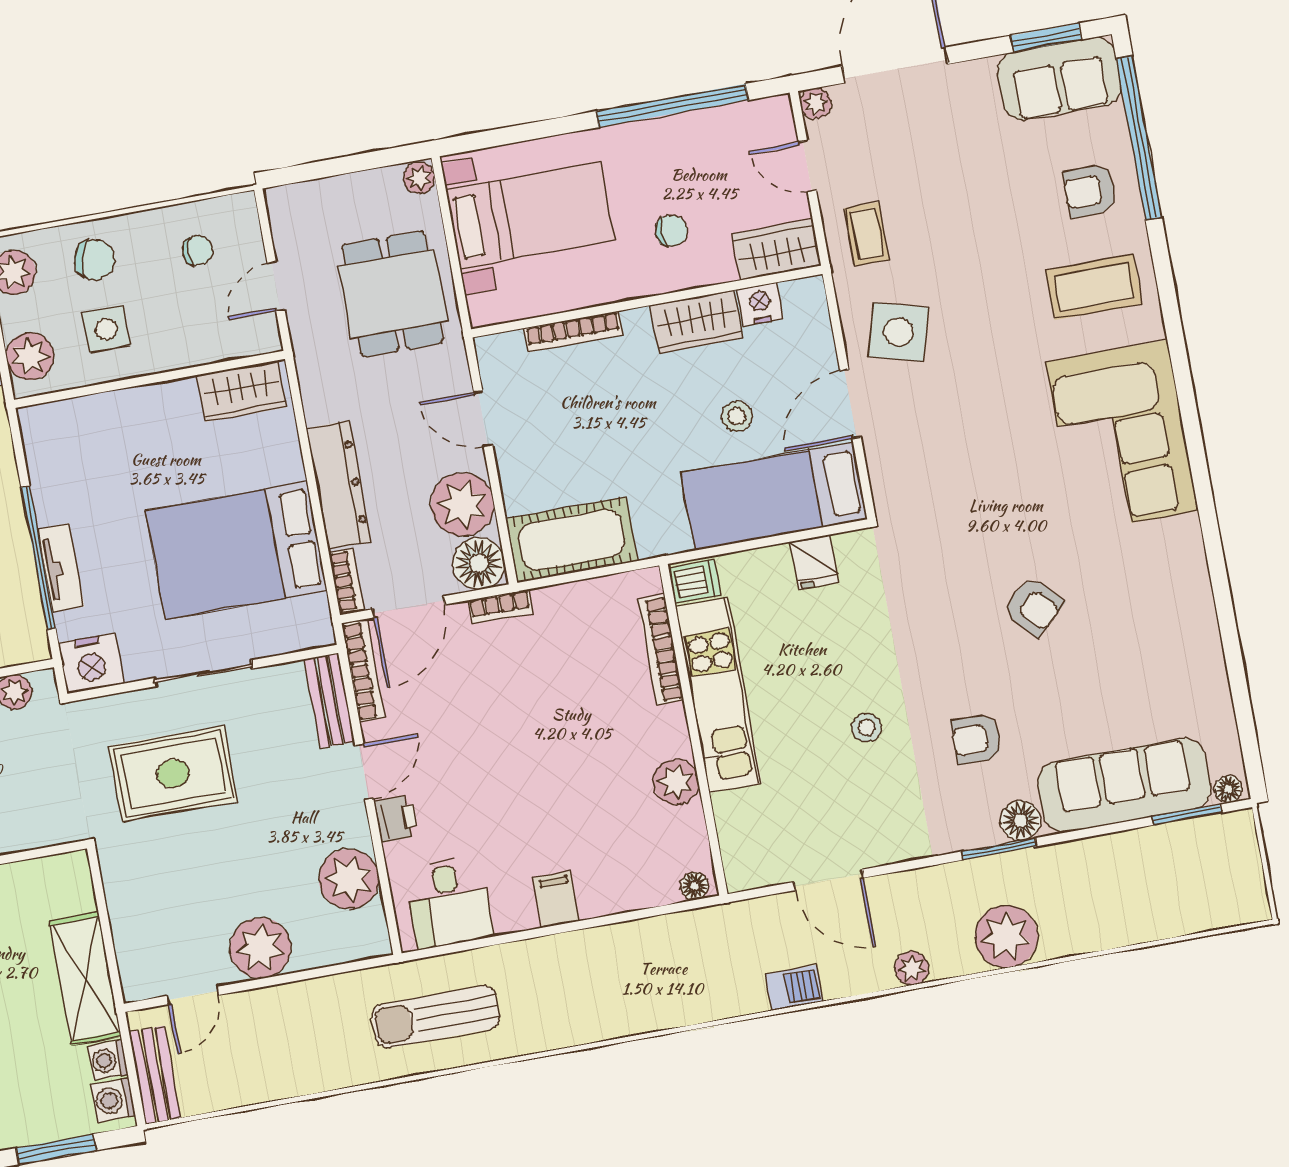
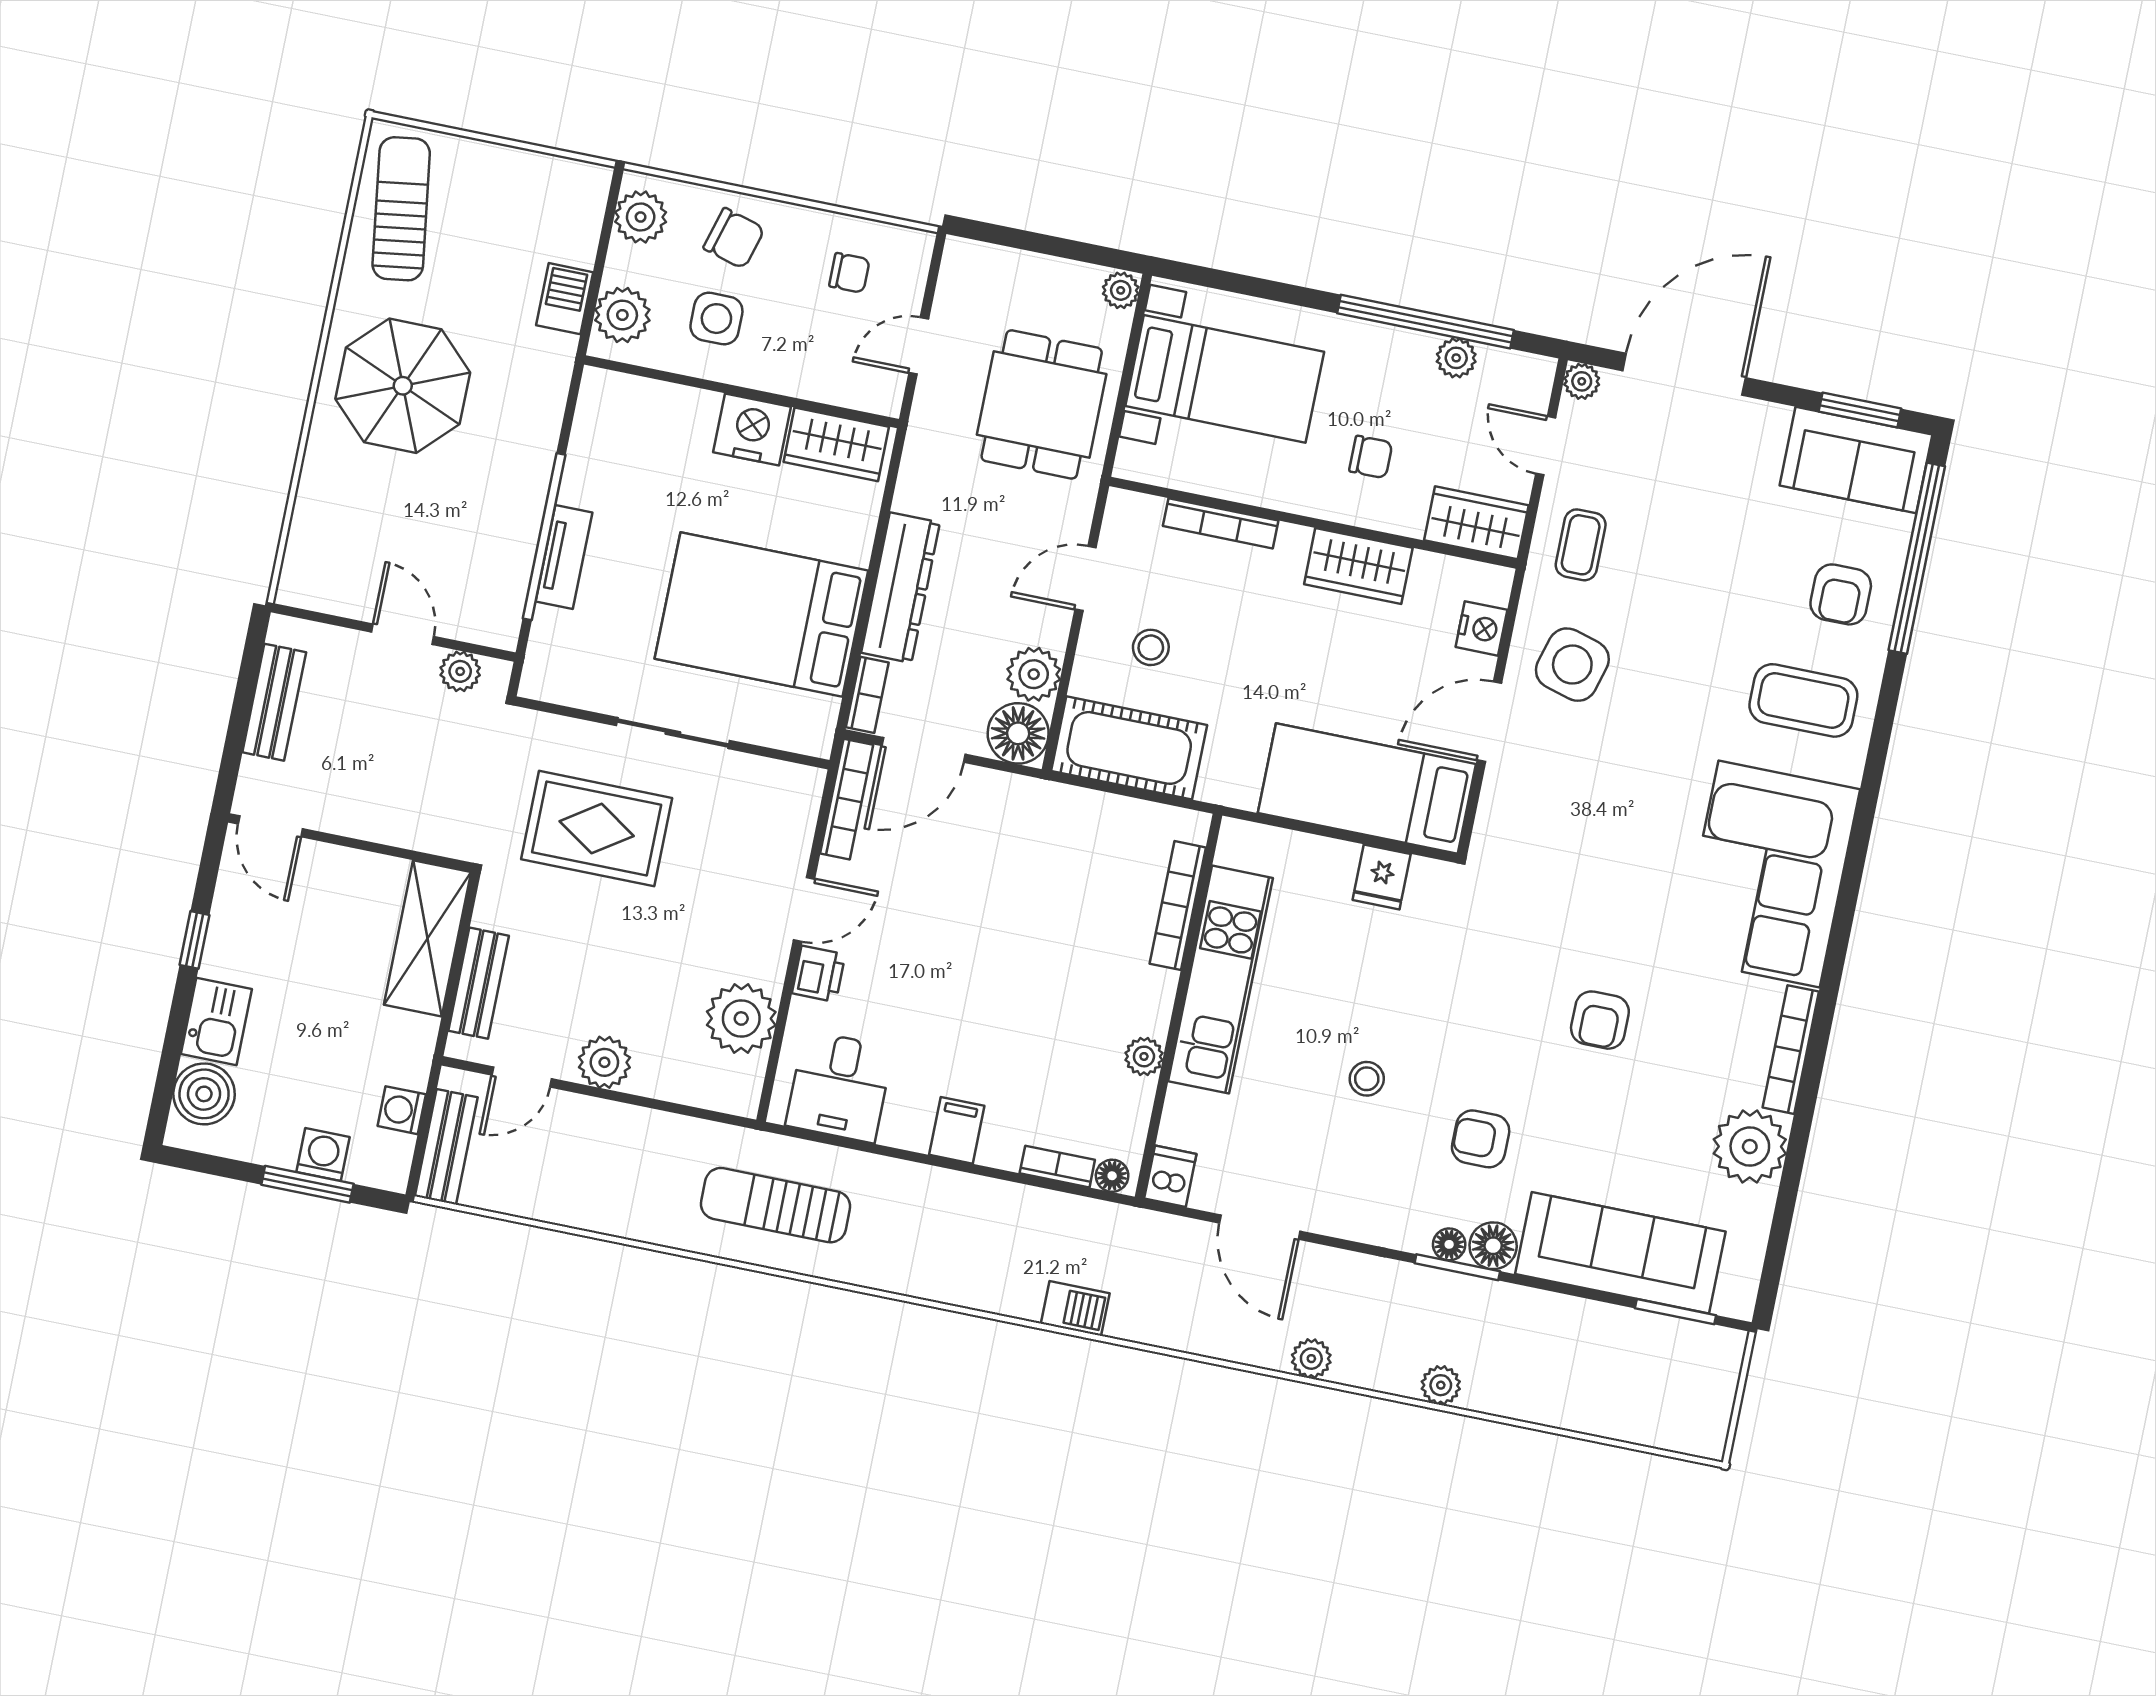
plant: (708, 125) -> (1456, 358), added
armchair: (1090, 191) -> (1841, 594), turned -90
nightstand: (760, 304) -> (1481, 628), moved, turned 90
stool: (737, 416) -> (1151, 647), moved
door: (483, 419) -> (1085, 579), hinge flipped
plant: (462, 505) -> (1034, 674), width x0.73, depth x0.73
bookcase: (1195, 569) -> (1791, 1050), added
dishwasher: (694, 582) -> (1170, 1176), moved, turned -90
armchair: (1034, 606) -> (1600, 1020), turned 43
bookcase: (500, 607) -> (1057, 1167), moved, turned 180
plant: (1193, 659) -> (1750, 1147), added
nightstand: (91, 663) -> (752, 430), moved, turned 180
bench: (330, 701) -> (479, 983), moved
plant: (676, 782) -> (1144, 1056), width x0.73, depth x0.73
floor lamp: (1228, 789) -> (1449, 1244), moved
plant: (1006, 936) -> (1441, 1385), width x0.53, depth x0.53
plant: (260, 948) -> (604, 1062), width x0.73, depth x0.73
shelving: (85, 979) -> (427, 938), moved
barbecue: (794, 988) -> (1075, 1308), moved
washing machine: (113, 1100) -> (323, 1155), moved, turned 90

